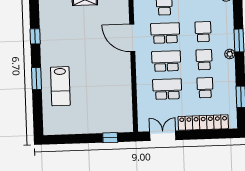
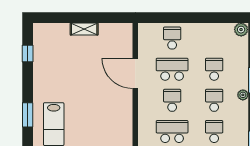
window: (35, 36) -> (28, 54), moved
school desk: (166, 61) -> (172, 100), width x0.54

